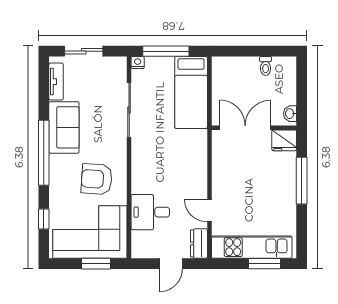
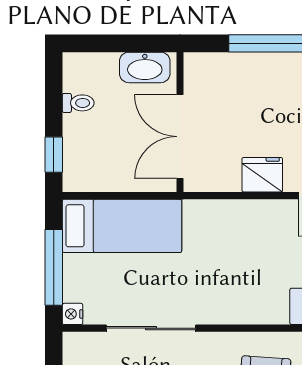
window: (234, 51) -> (54, 155), added
washbasin: (290, 114) -> (145, 67), width x1.91, depth x1.45
fridge: (284, 140) -> (262, 175), moved, turned -90

